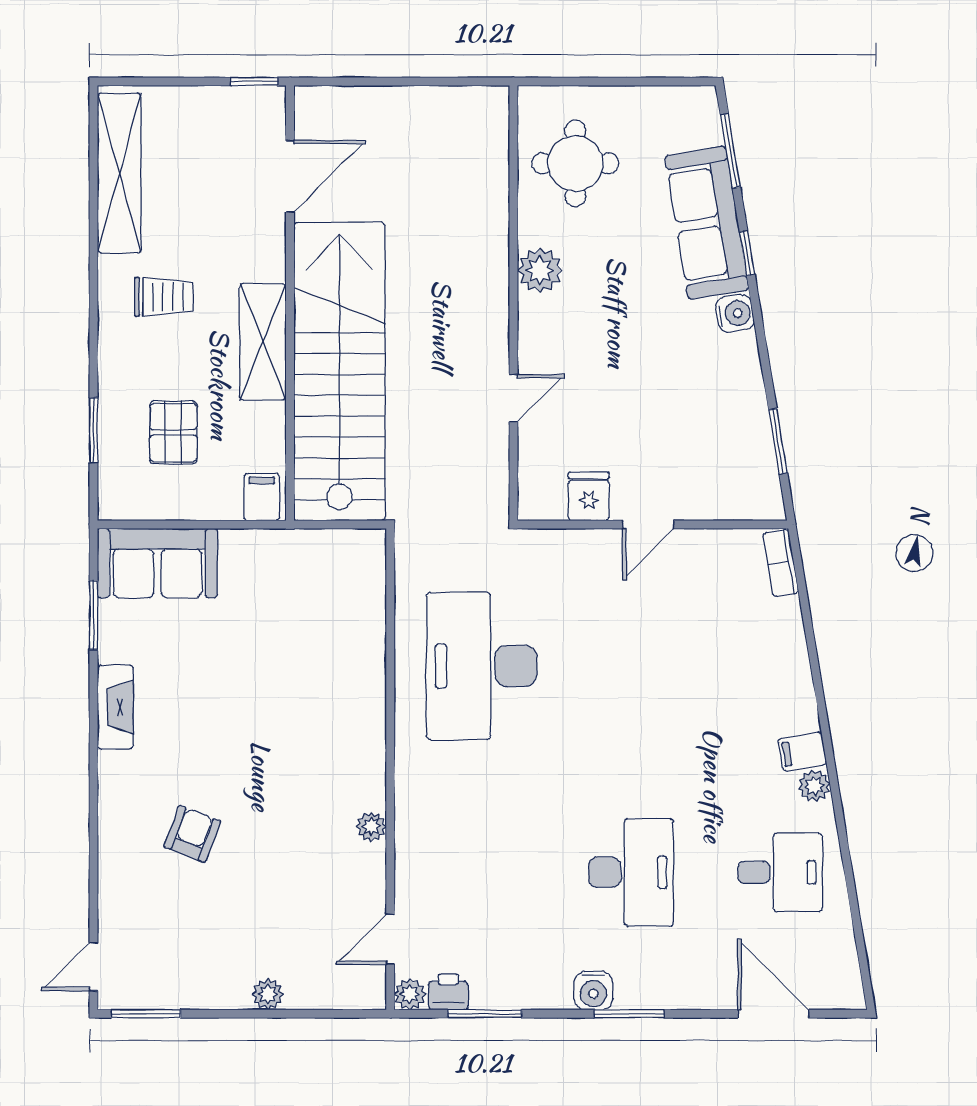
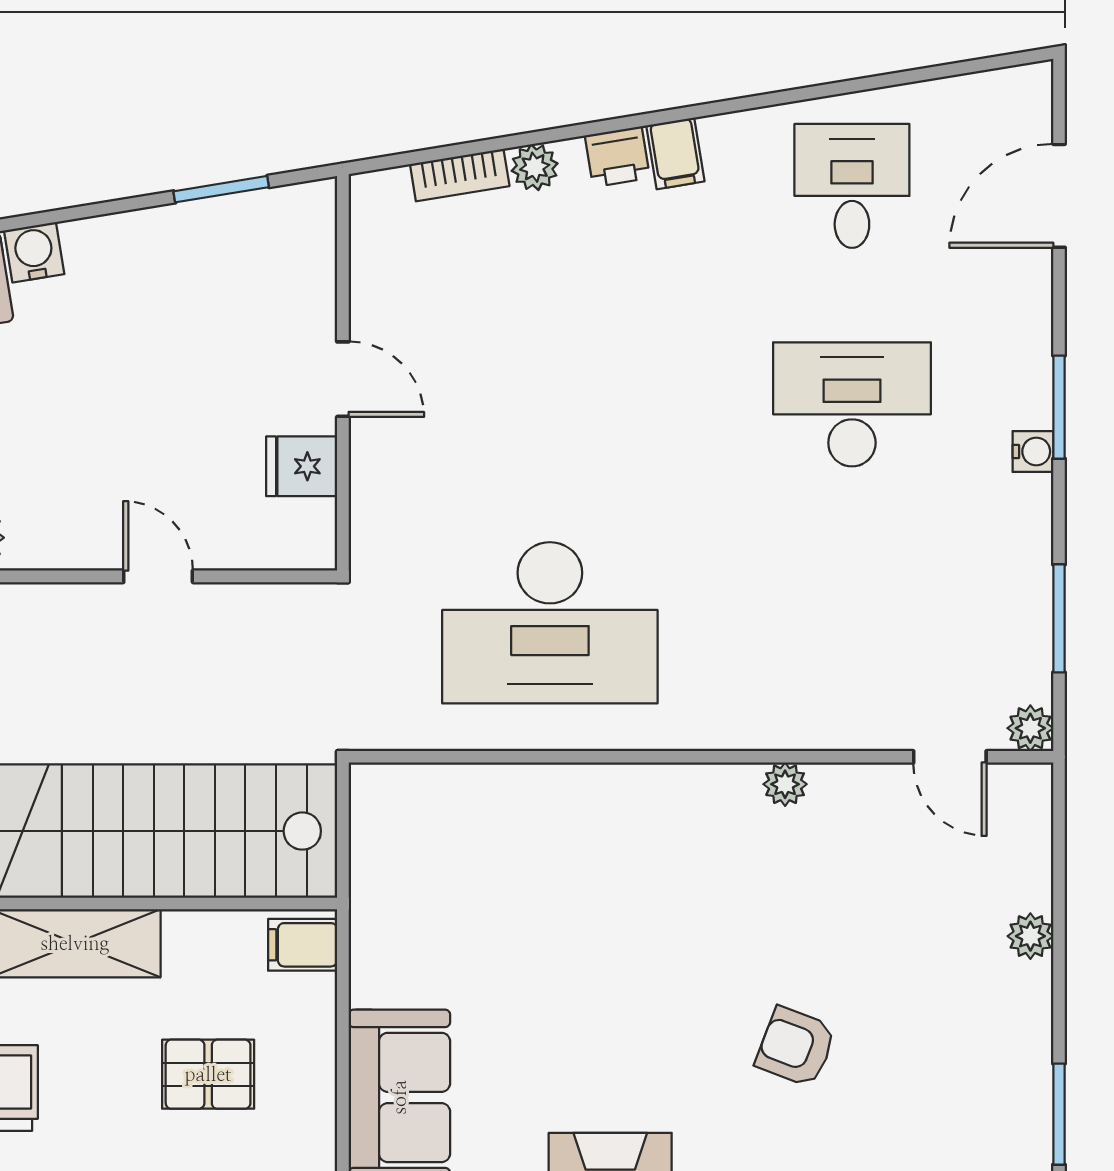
bookcase: (781, 563) -> (460, 175), moved
plant: (814, 786) -> (535, 167), moved
water cooler: (593, 991) -> (1033, 451), width x0.72, depth x0.72
printer: (448, 992) -> (617, 157), moved, turned -99

